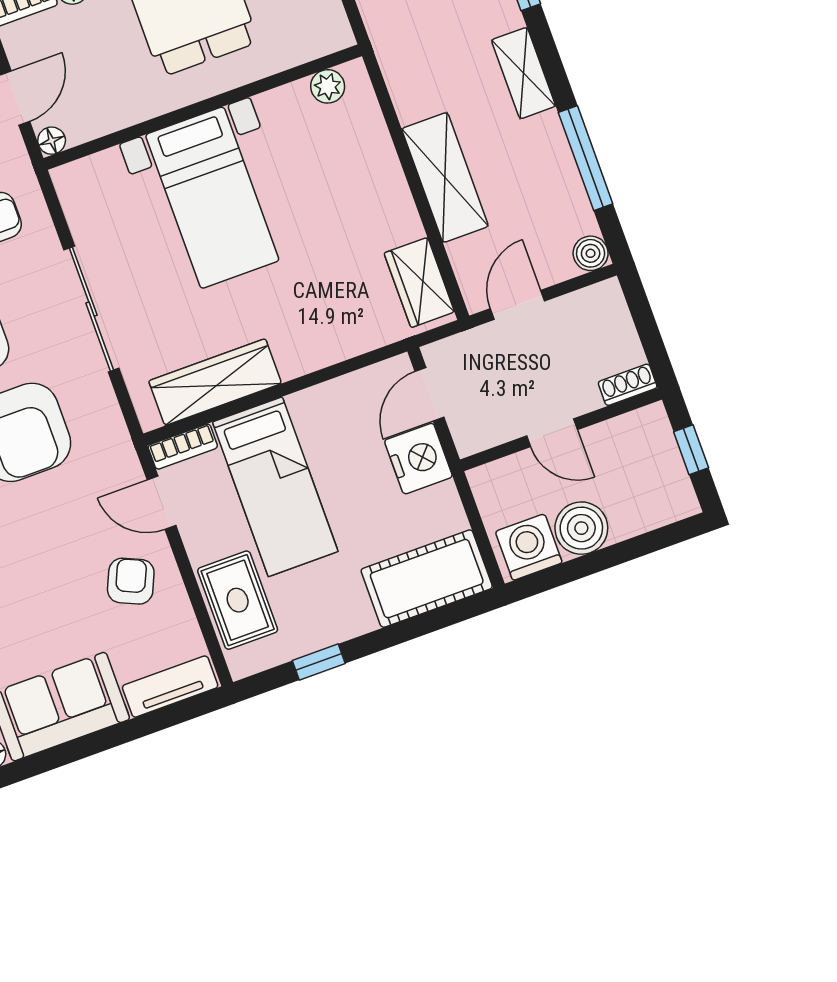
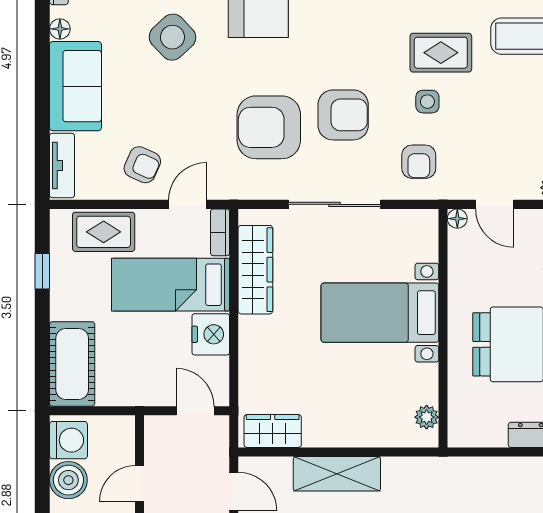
nightstand: (418, 459) -> (211, 334), moved, turned -90

